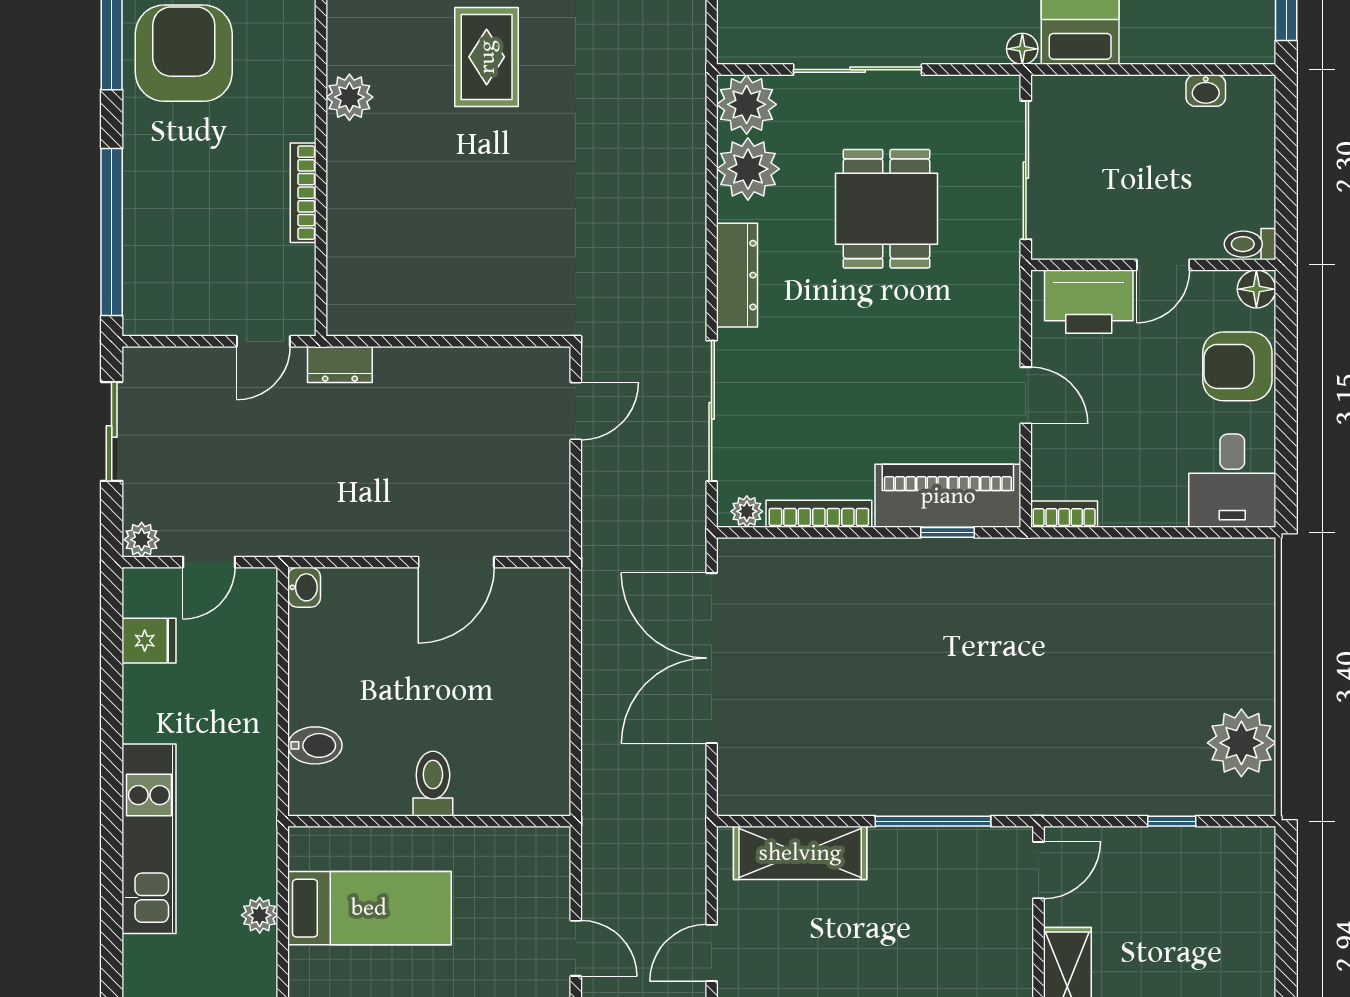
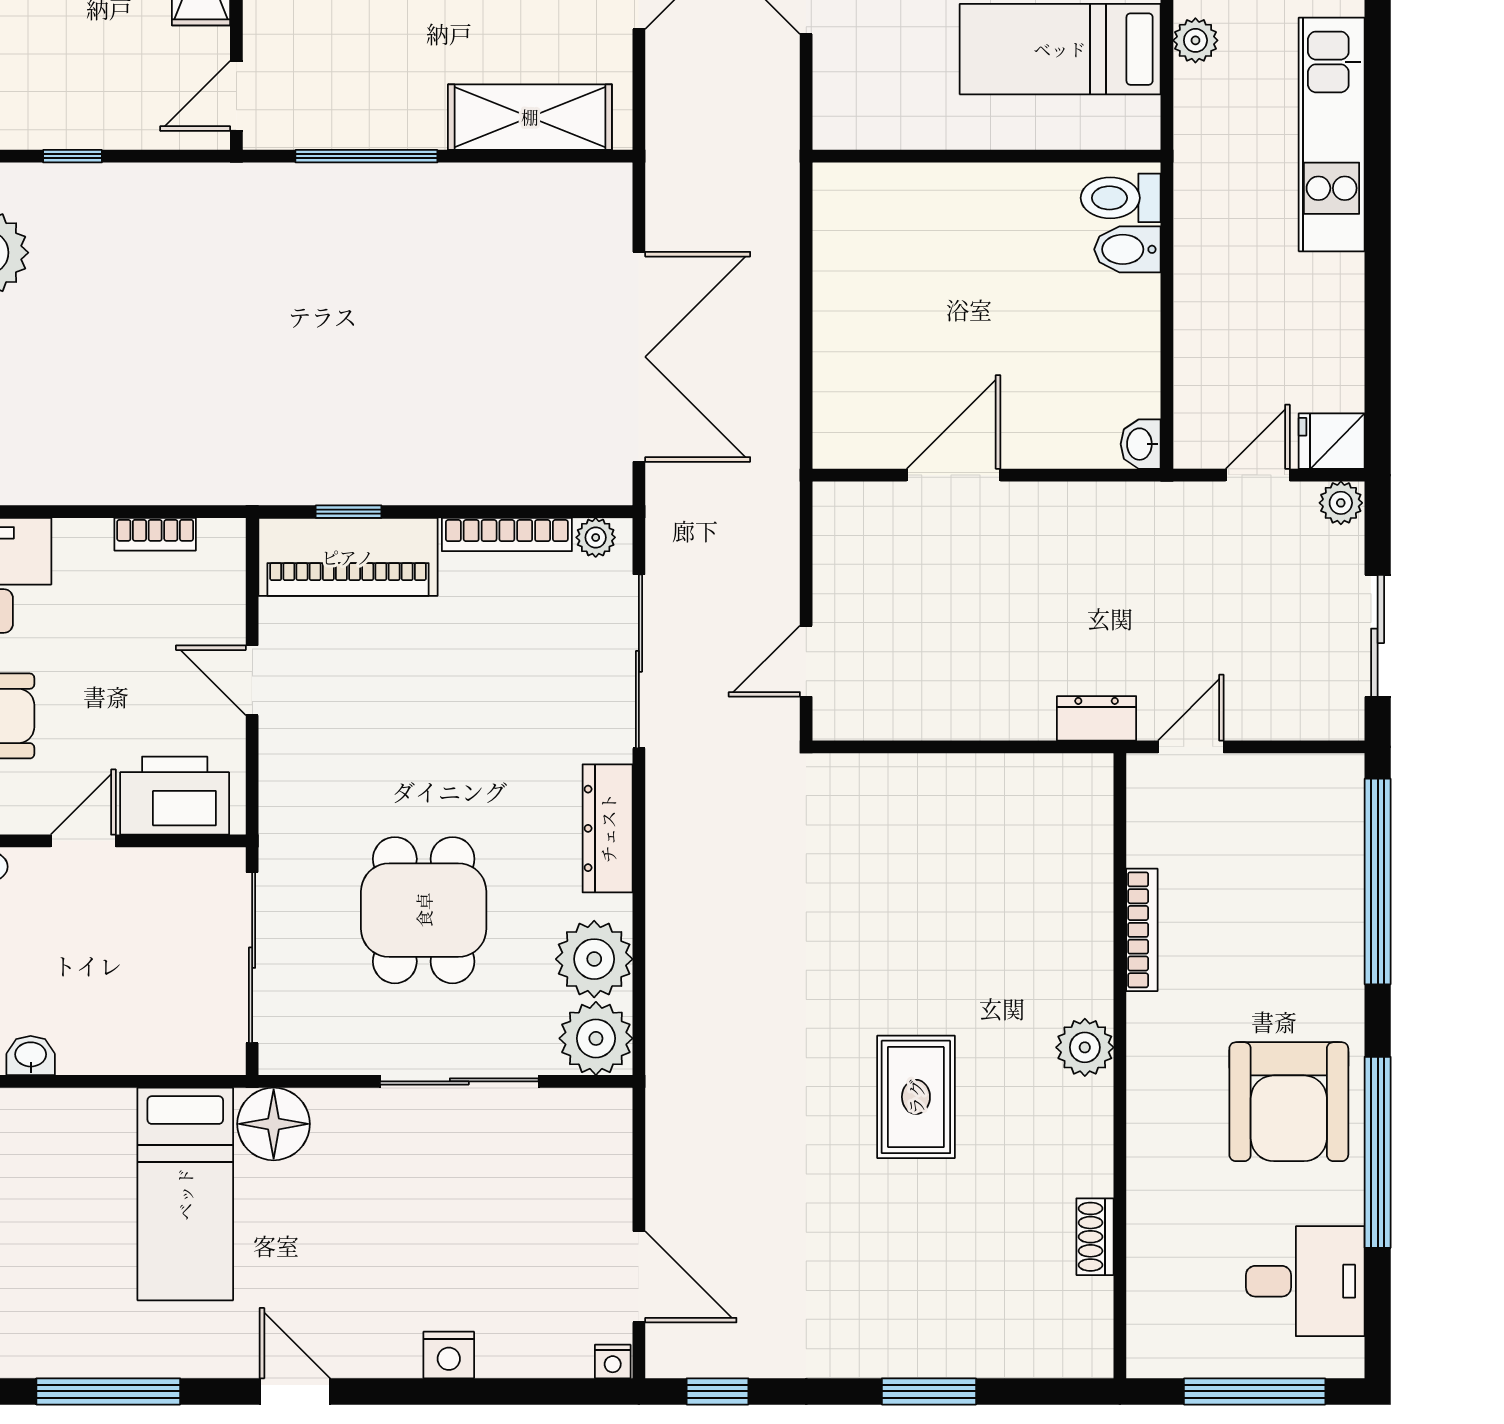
floor lamp: (1022, 49) -> (274, 1124), width x1.89, depth x1.89
bookcase: (1064, 514) -> (155, 534), moved
fridge: (149, 641) -> (1332, 441), moved
toilet: (433, 784) -> (1121, 198), moved, turned 90

